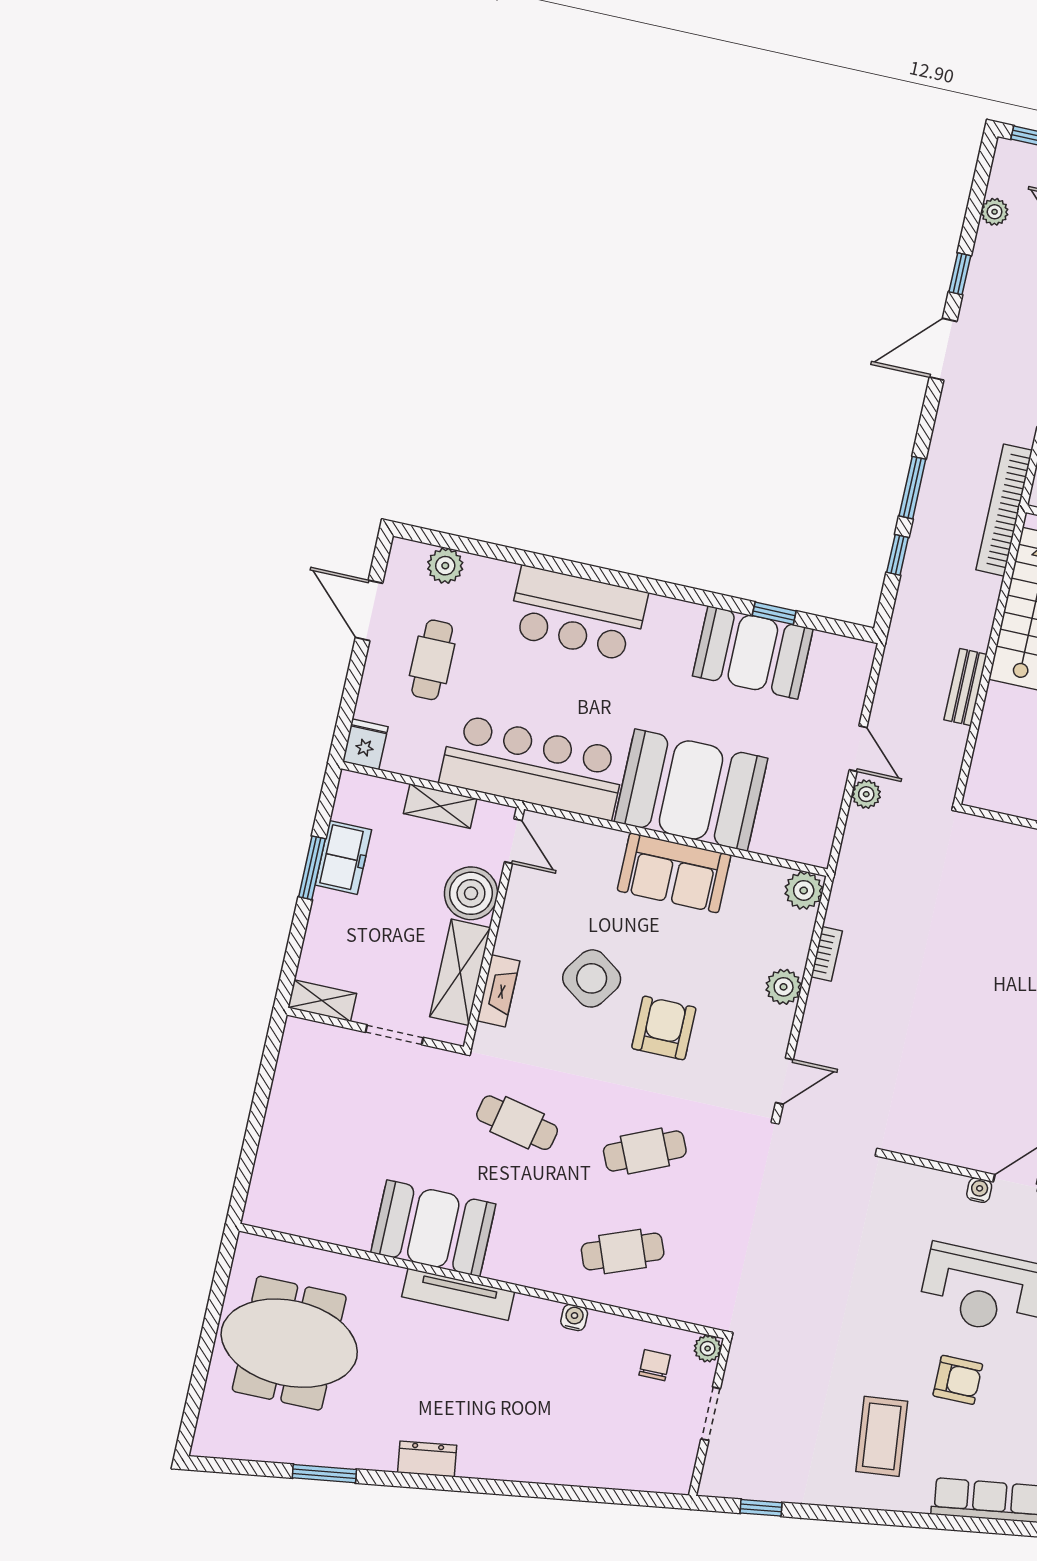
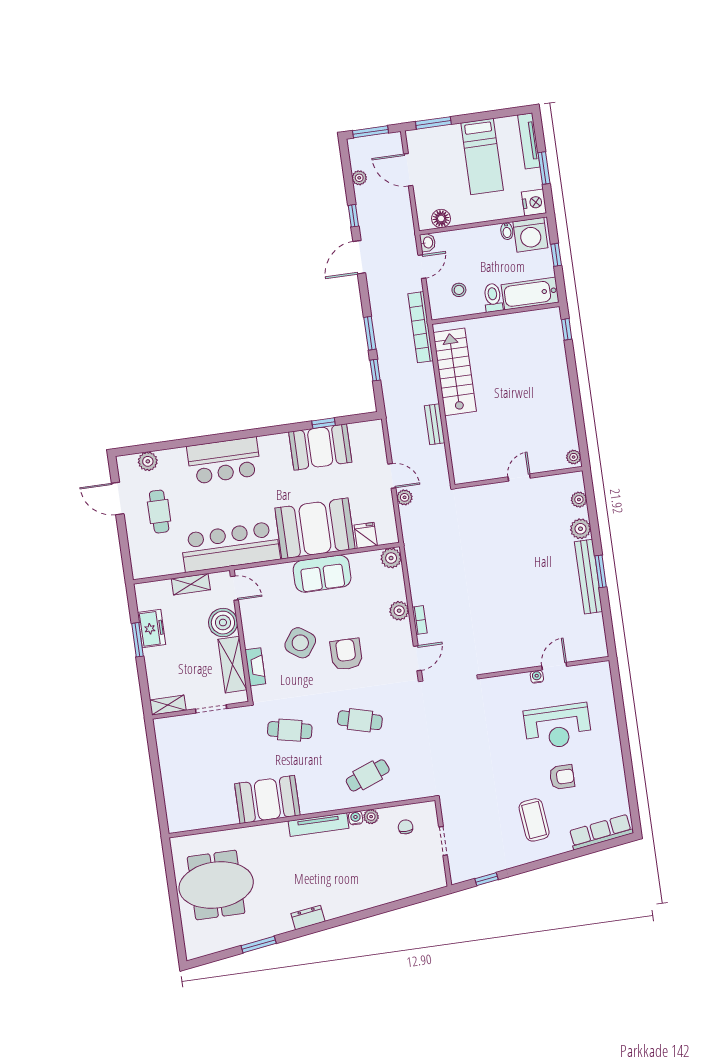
fridge: (365, 744) -> (366, 535), moved
bookcase: (827, 954) -> (420, 620), moved
cafe table: (645, 1151) -> (360, 720), turned 39
tv unit: (458, 1294) -> (319, 825), moved
plant: (708, 1348) -> (371, 817), moved

